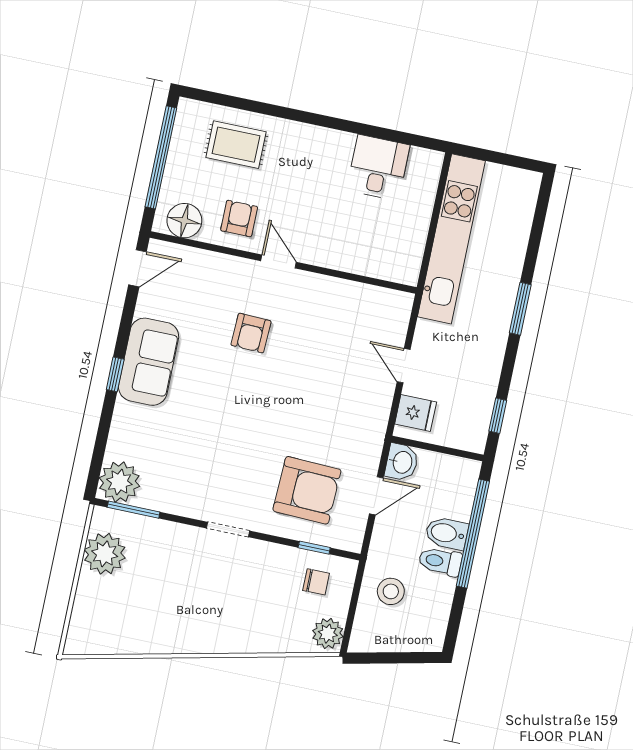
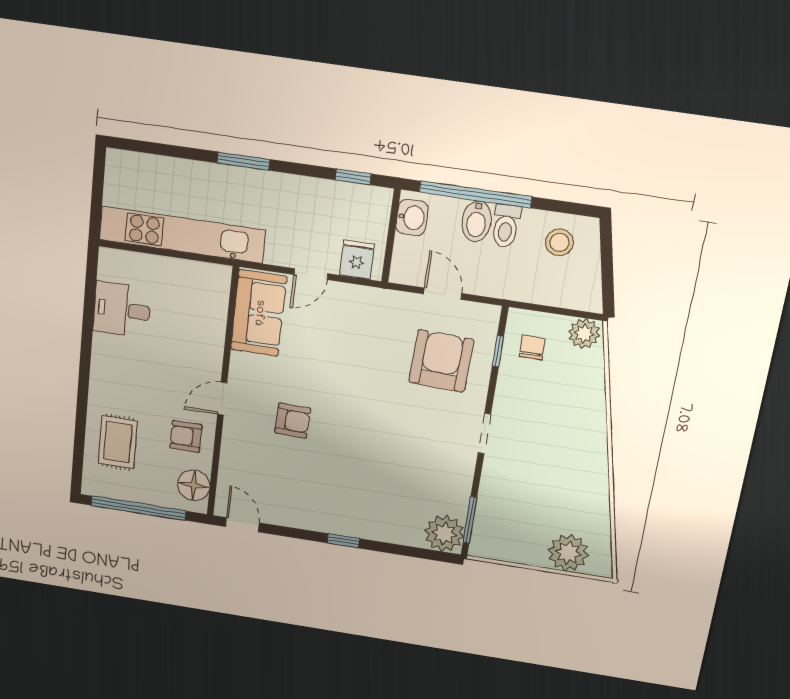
sofa: (149, 362) -> (259, 313), moved, turned 90
washbasin: (402, 462) -> (412, 218), moved, turned 90
plant: (105, 554) -> (568, 553), moved
stool: (391, 591) -> (559, 242), moved

